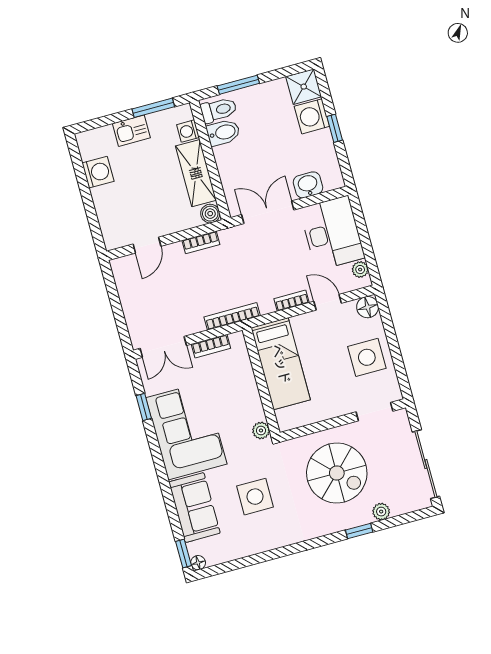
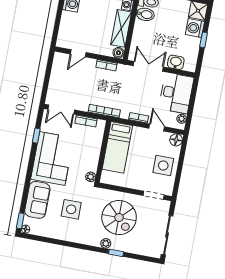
plant: (381, 512) -> (106, 243), moved

